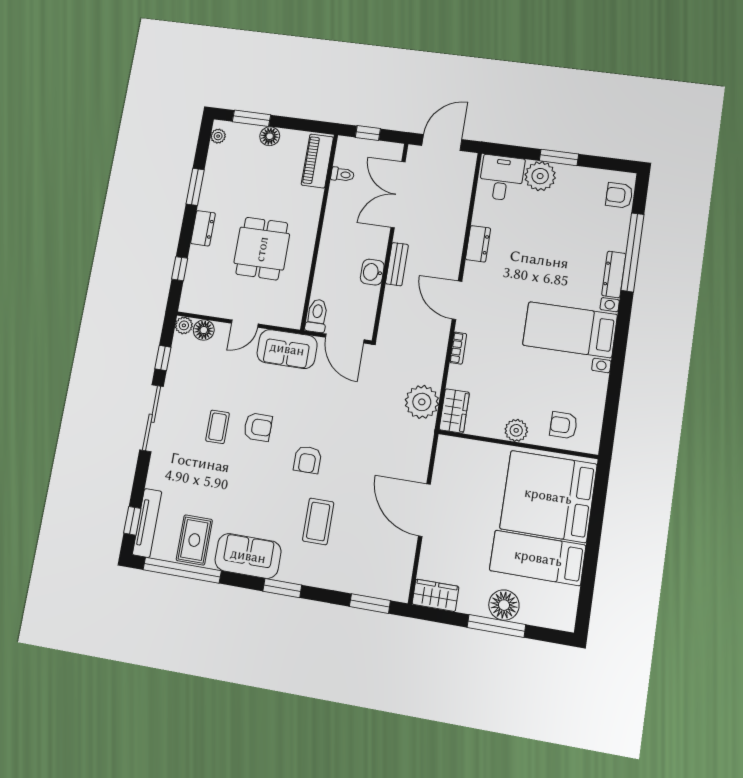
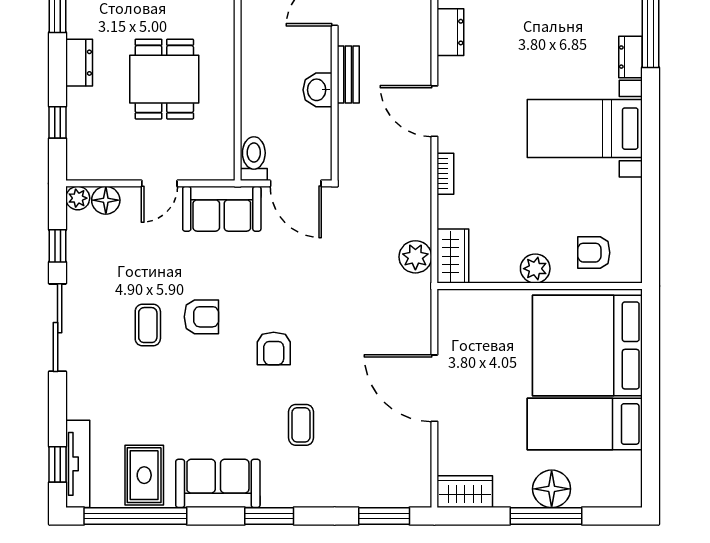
dresser: (614, 274) -> (630, 57), width x0.70
plant: (422, 402) -> (415, 257), width x0.73, depth x0.73
coffee table: (318, 521) -> (301, 425), width x0.73, depth x0.77

